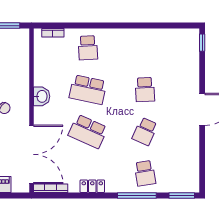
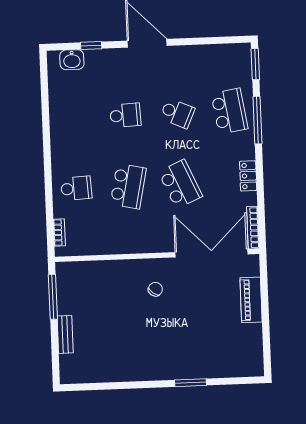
window: (202, 43) -> (91, 45), moved
washbasin: (42, 96) -> (72, 60), moved, turned 180
school desk: (88, 131) -> (180, 184), turned -48
school desk: (145, 173) -> (229, 111), width x1.85

